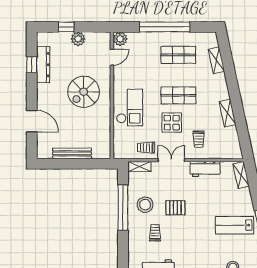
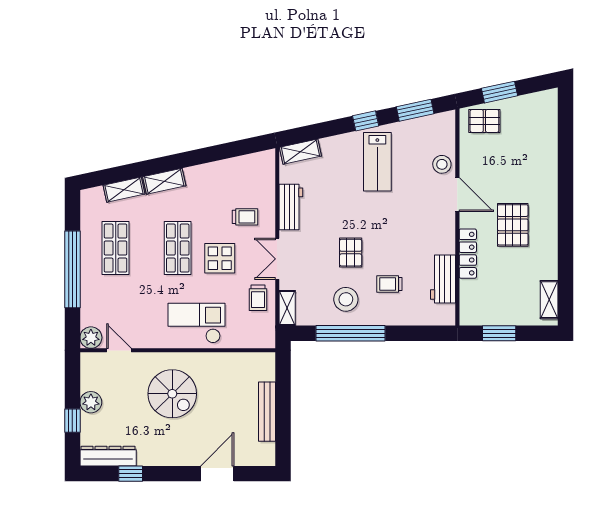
dresser: (43, 65) -> (108, 456), moved
shelving: (228, 113) -> (164, 181), moved

